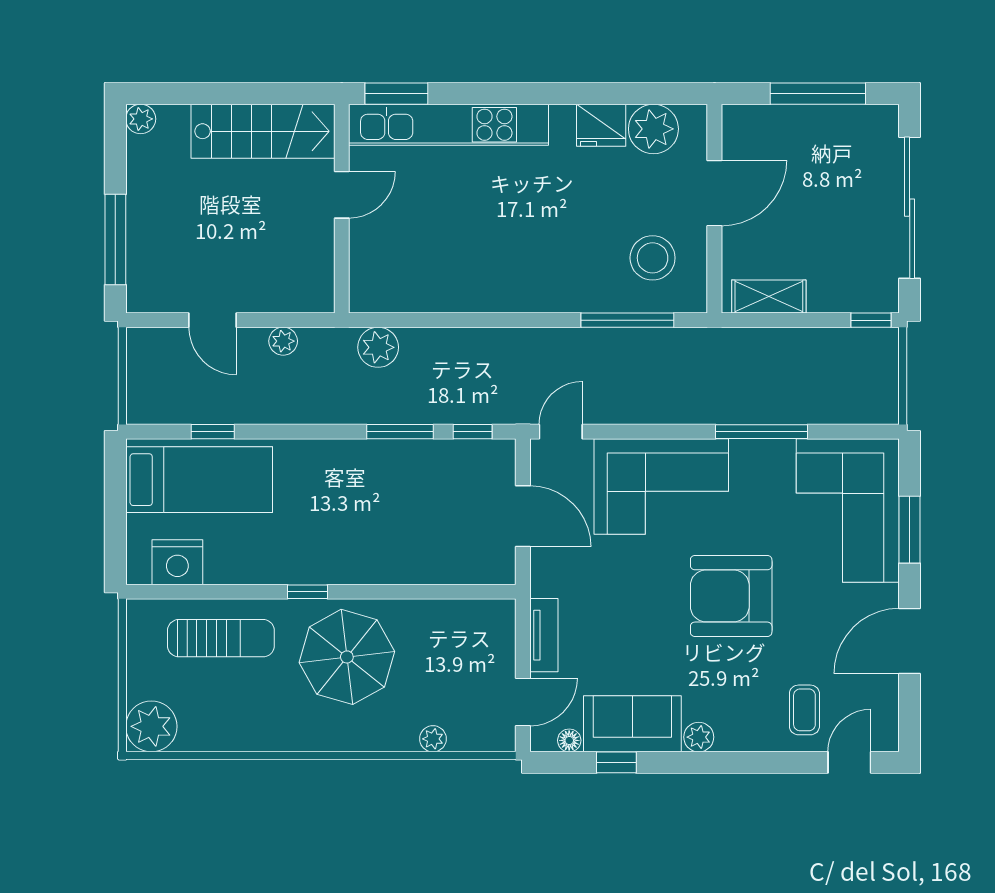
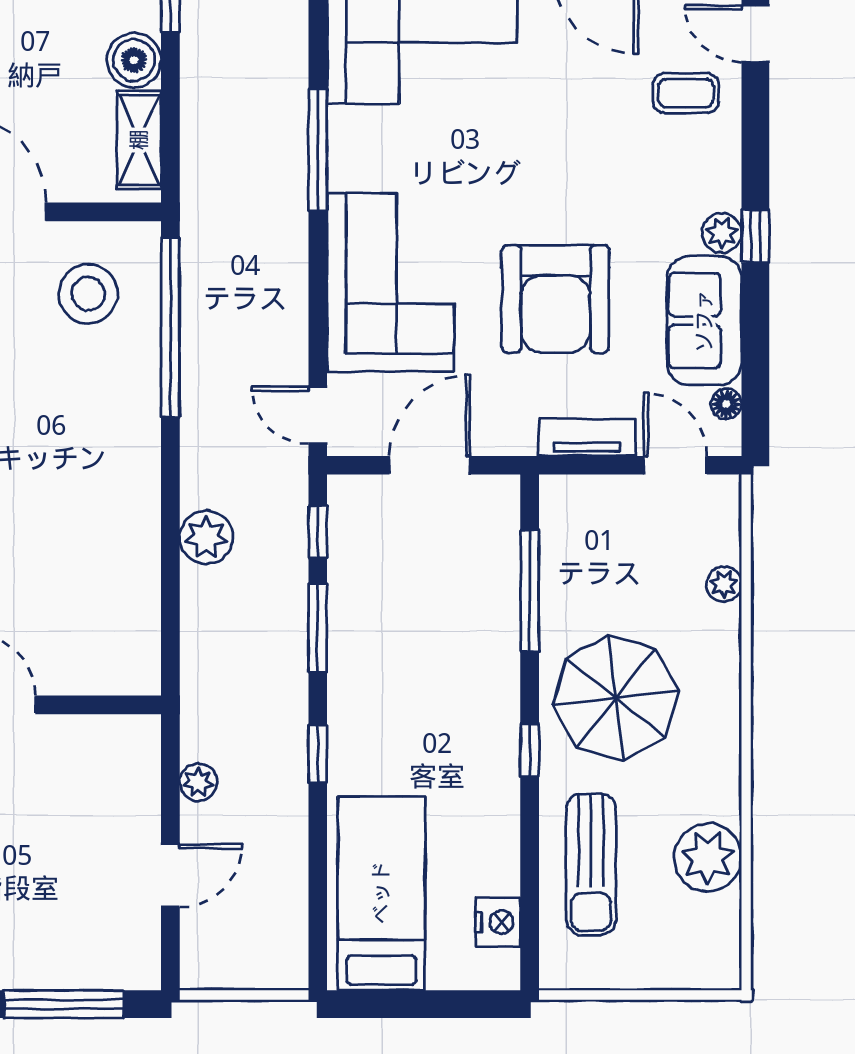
boiler: (829, 293) -> (134, 60), added
window: (627, 320) -> (170, 327), width x1.46
plant: (378, 347) -> (206, 537), moved
window: (213, 432) -> (318, 754), moved
nightstand: (177, 562) -> (498, 922), width x0.74, depth x0.75
window: (428, 592) -> (530, 591), added
armchair: (731, 596) -> (555, 299), moved
sun lounger: (221, 638) -> (591, 865), turned 180
plant: (151, 726) -> (708, 858), moved
window: (616, 762) -> (755, 236), moved

